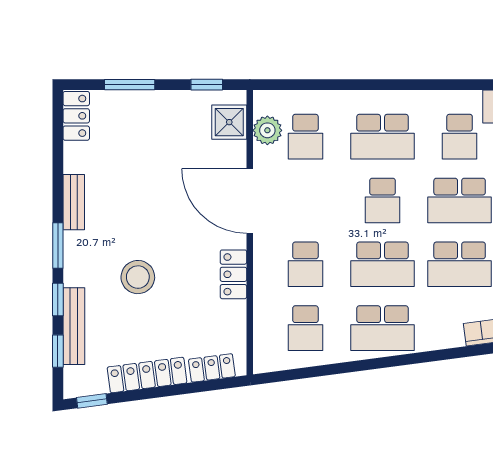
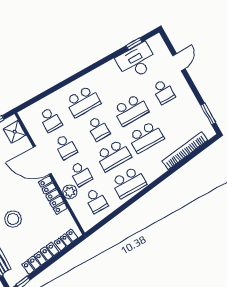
plant: (267, 130) -> (70, 192), moved
school desk: (460, 137) -> (66, 147), moved
locker: (233, 274) -> (53, 195), width x1.53

